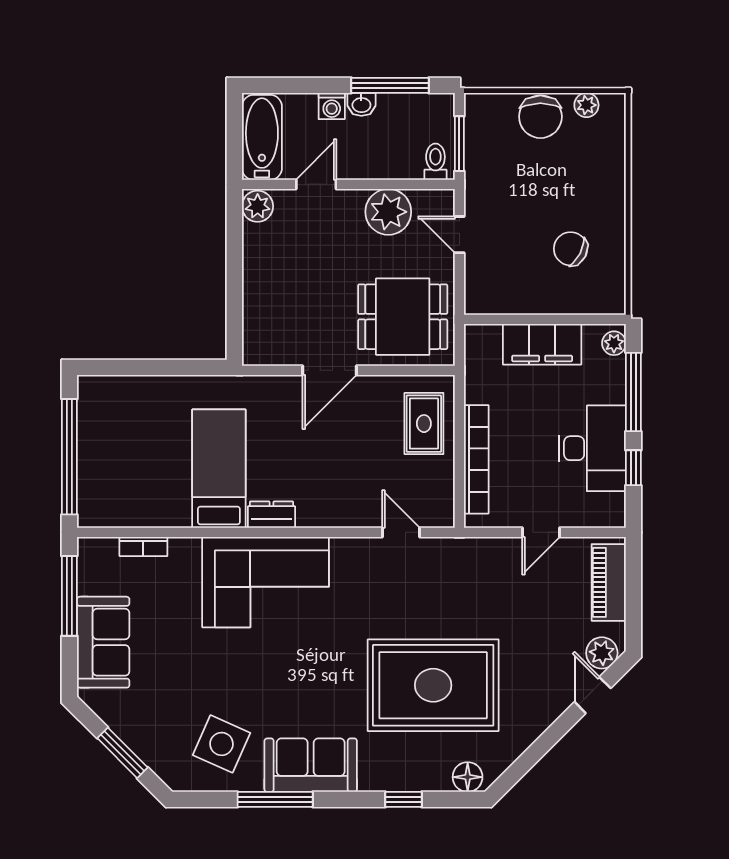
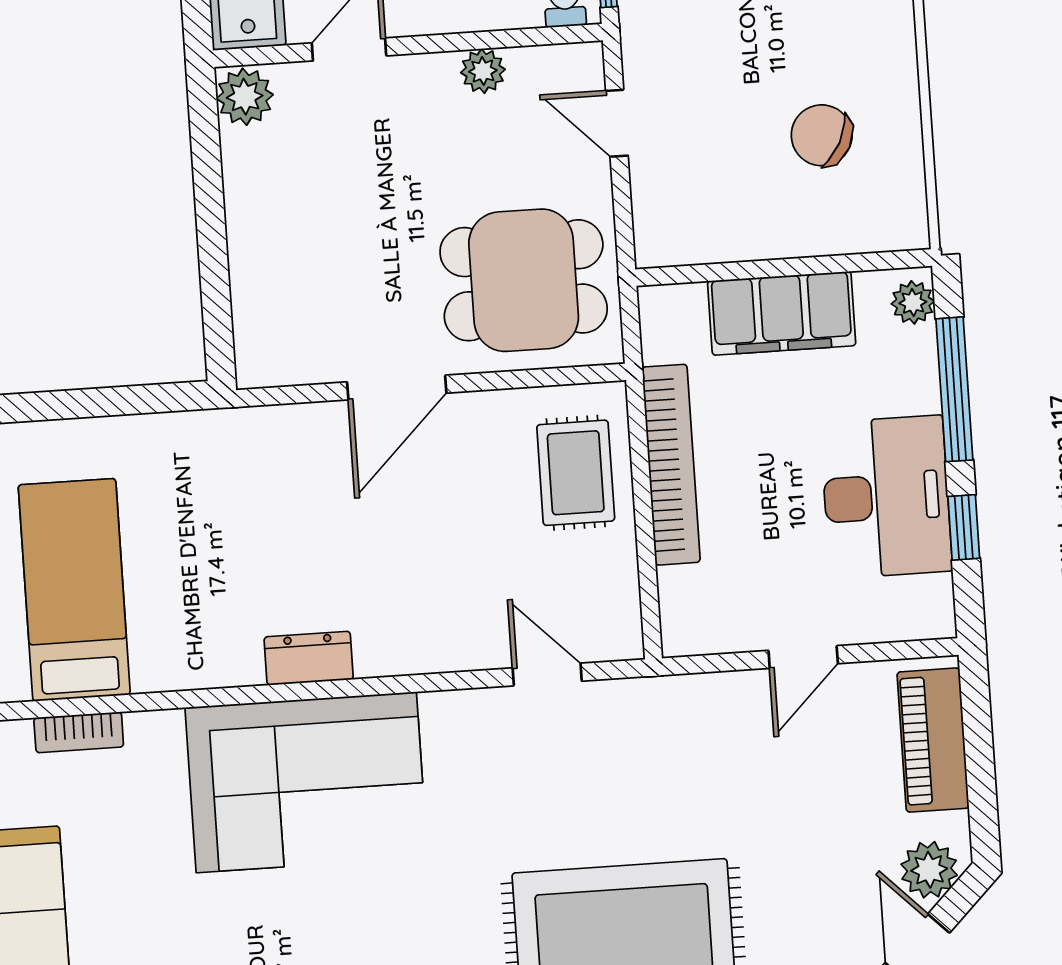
plant: (388, 212) -> (483, 71), width x0.53, depth x0.53
bookcase: (476, 459) -> (671, 465), moved
bed: (219, 469) -> (74, 590), moved

